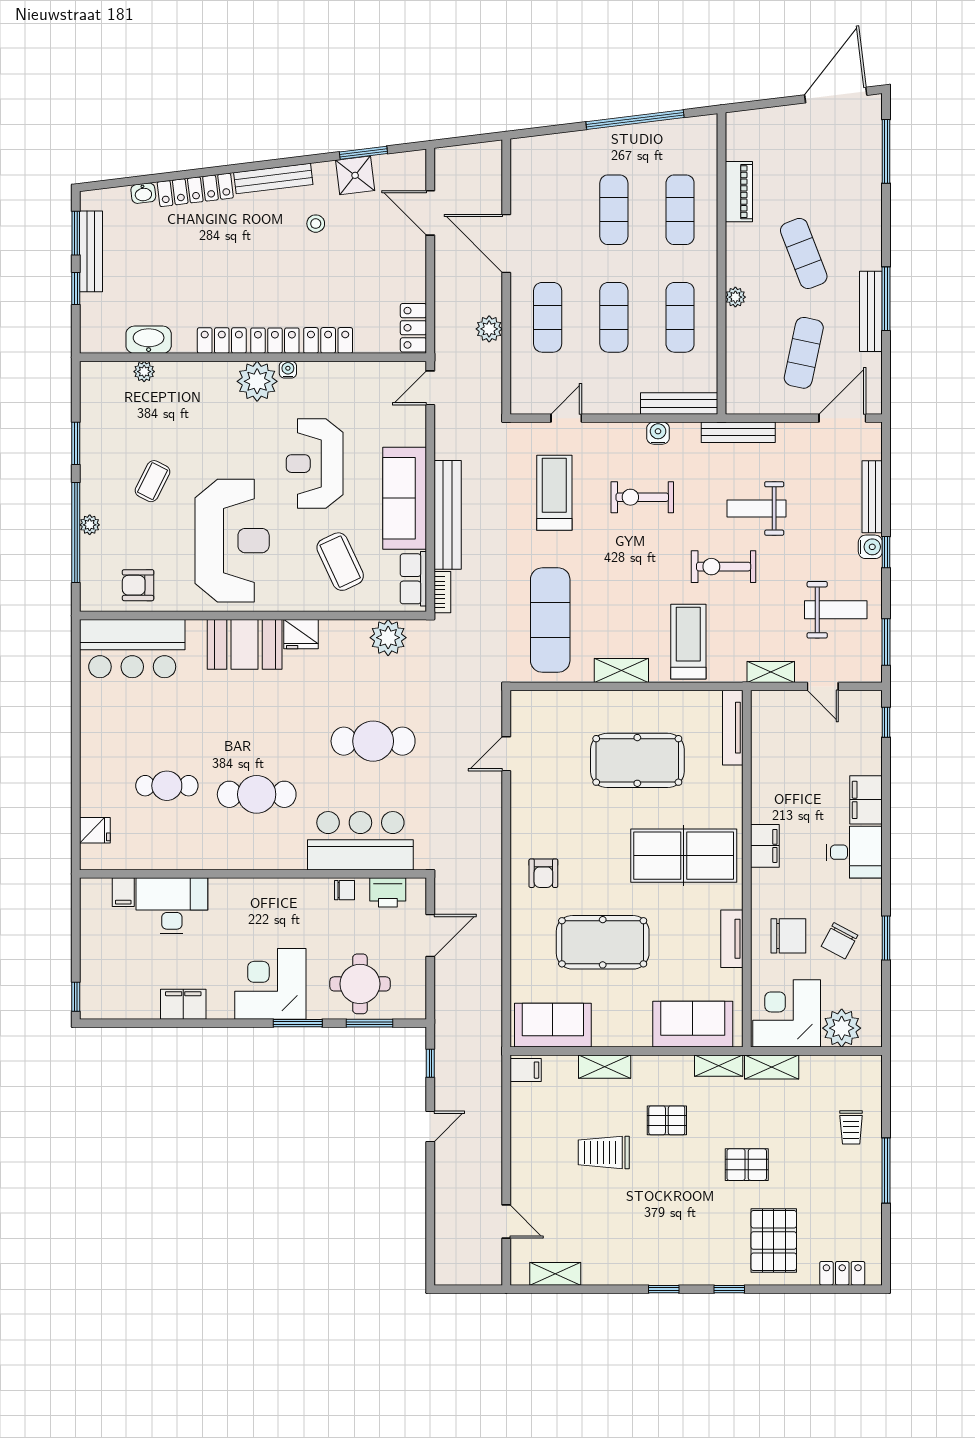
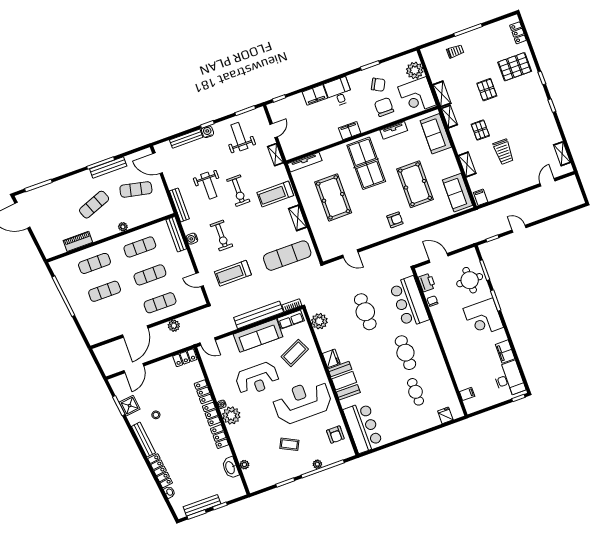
desk: (172, 906) -> (509, 379), moved, turned 180

